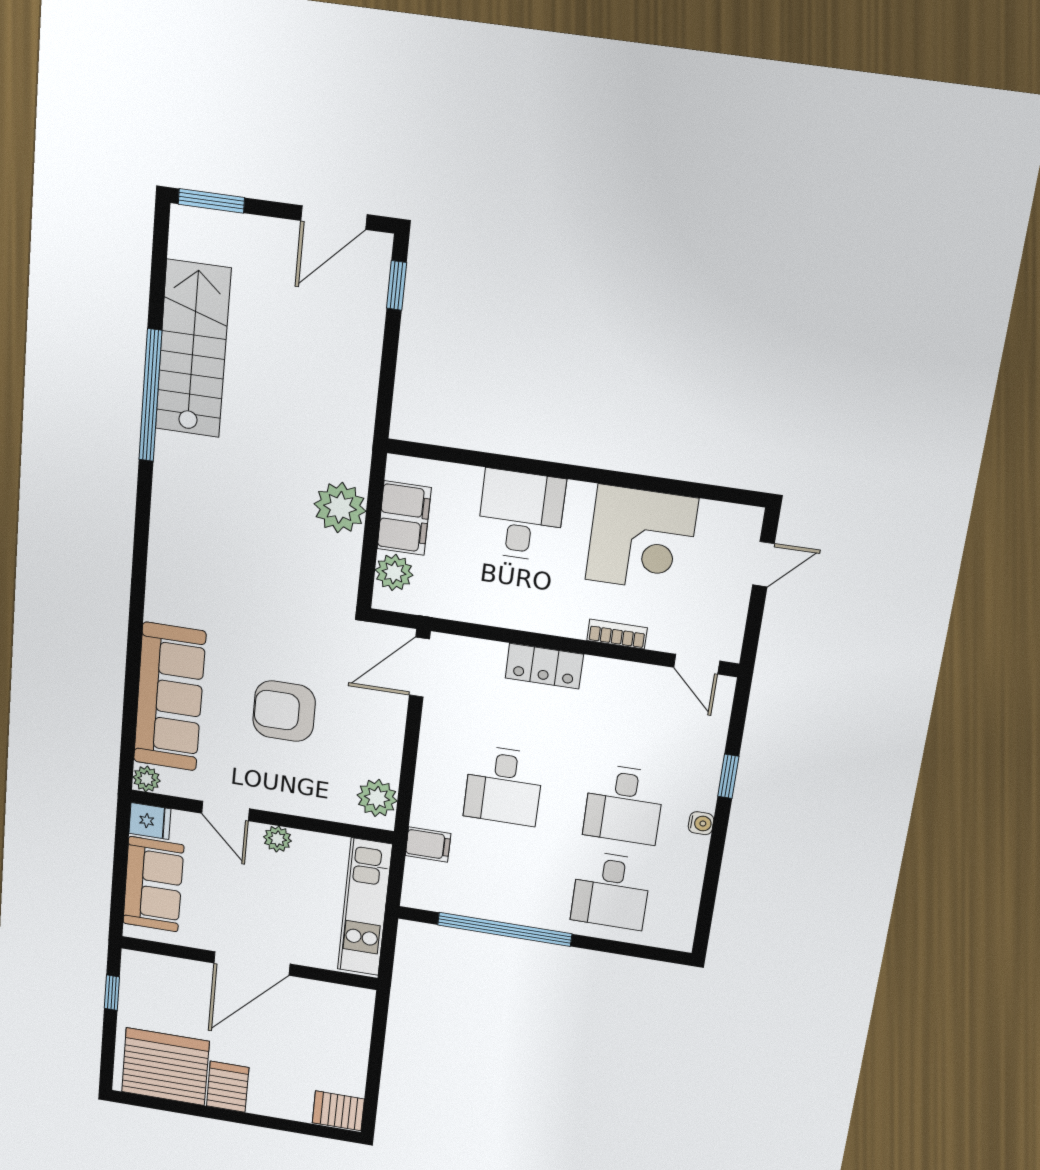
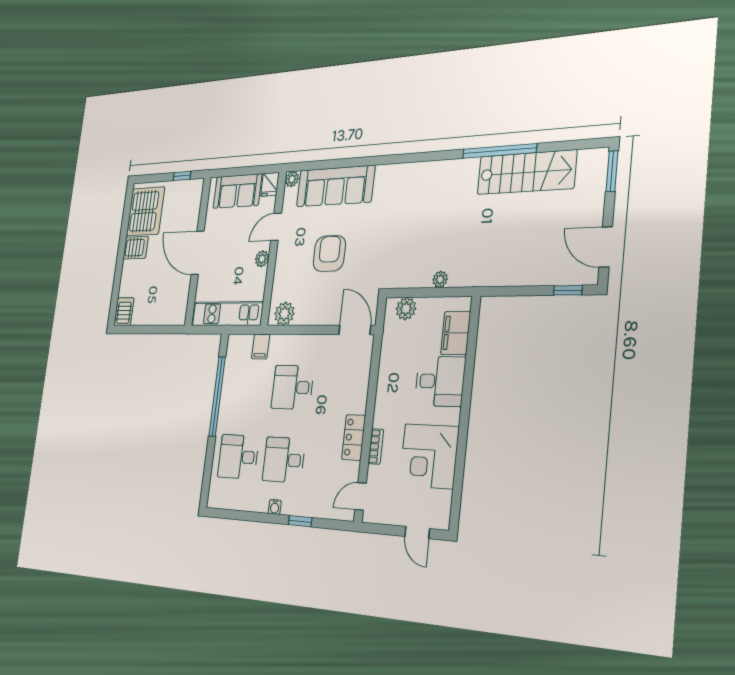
plant: (340, 508) -> (440, 279), width x0.53, depth x0.53
filing cabinet: (404, 518) -> (456, 333), moved, turned 90
locker: (544, 666) -> (354, 437), moved

